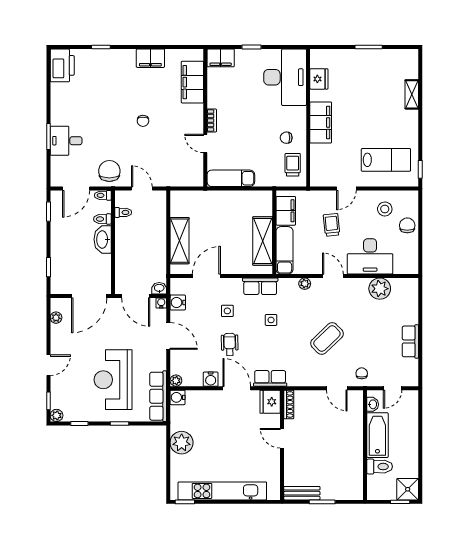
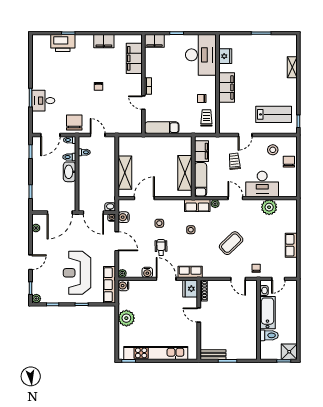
printer: (62, 65) -> (63, 43), moved, turned 90
row of seats: (260, 286) -> (197, 205), moved

